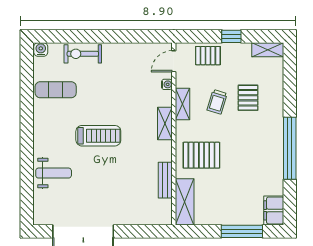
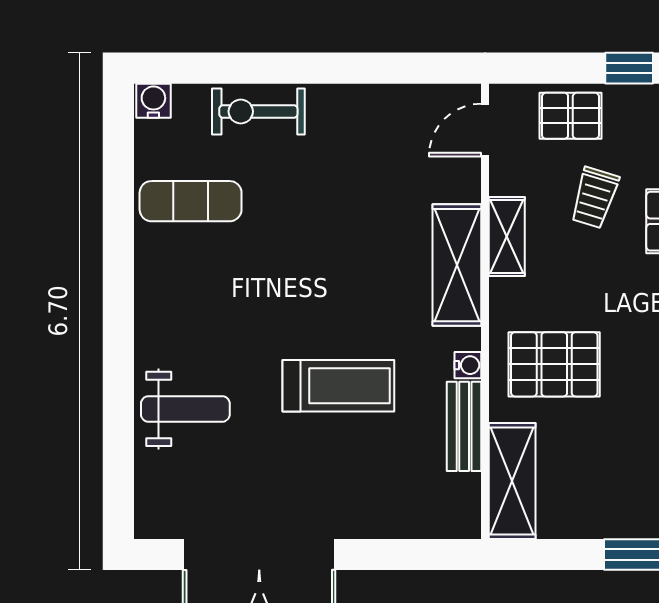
water cooler: (167, 84) -> (468, 365), moved
trolley: (217, 102) -> (595, 198), moved
shelving: (165, 124) -> (457, 265), width x1.50, depth x1.33
treadmill: (98, 136) -> (338, 386), moved

